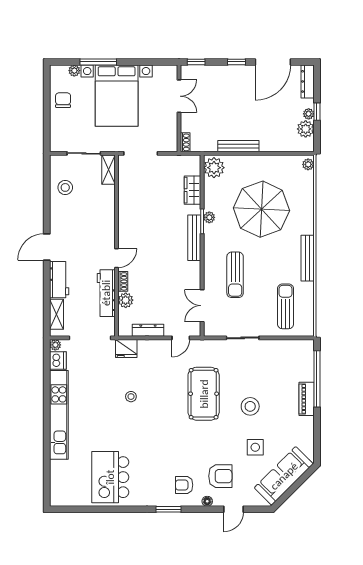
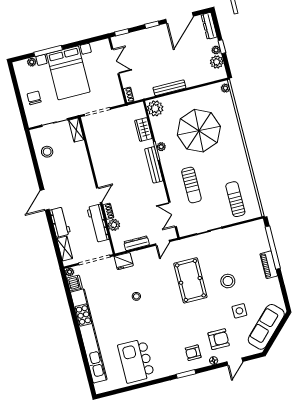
chair: (63, 100) -> (34, 98), moved
bench: (308, 258) -> (243, 159), removed
kitchen unit: (59, 415) -> (89, 336), width x1.36

